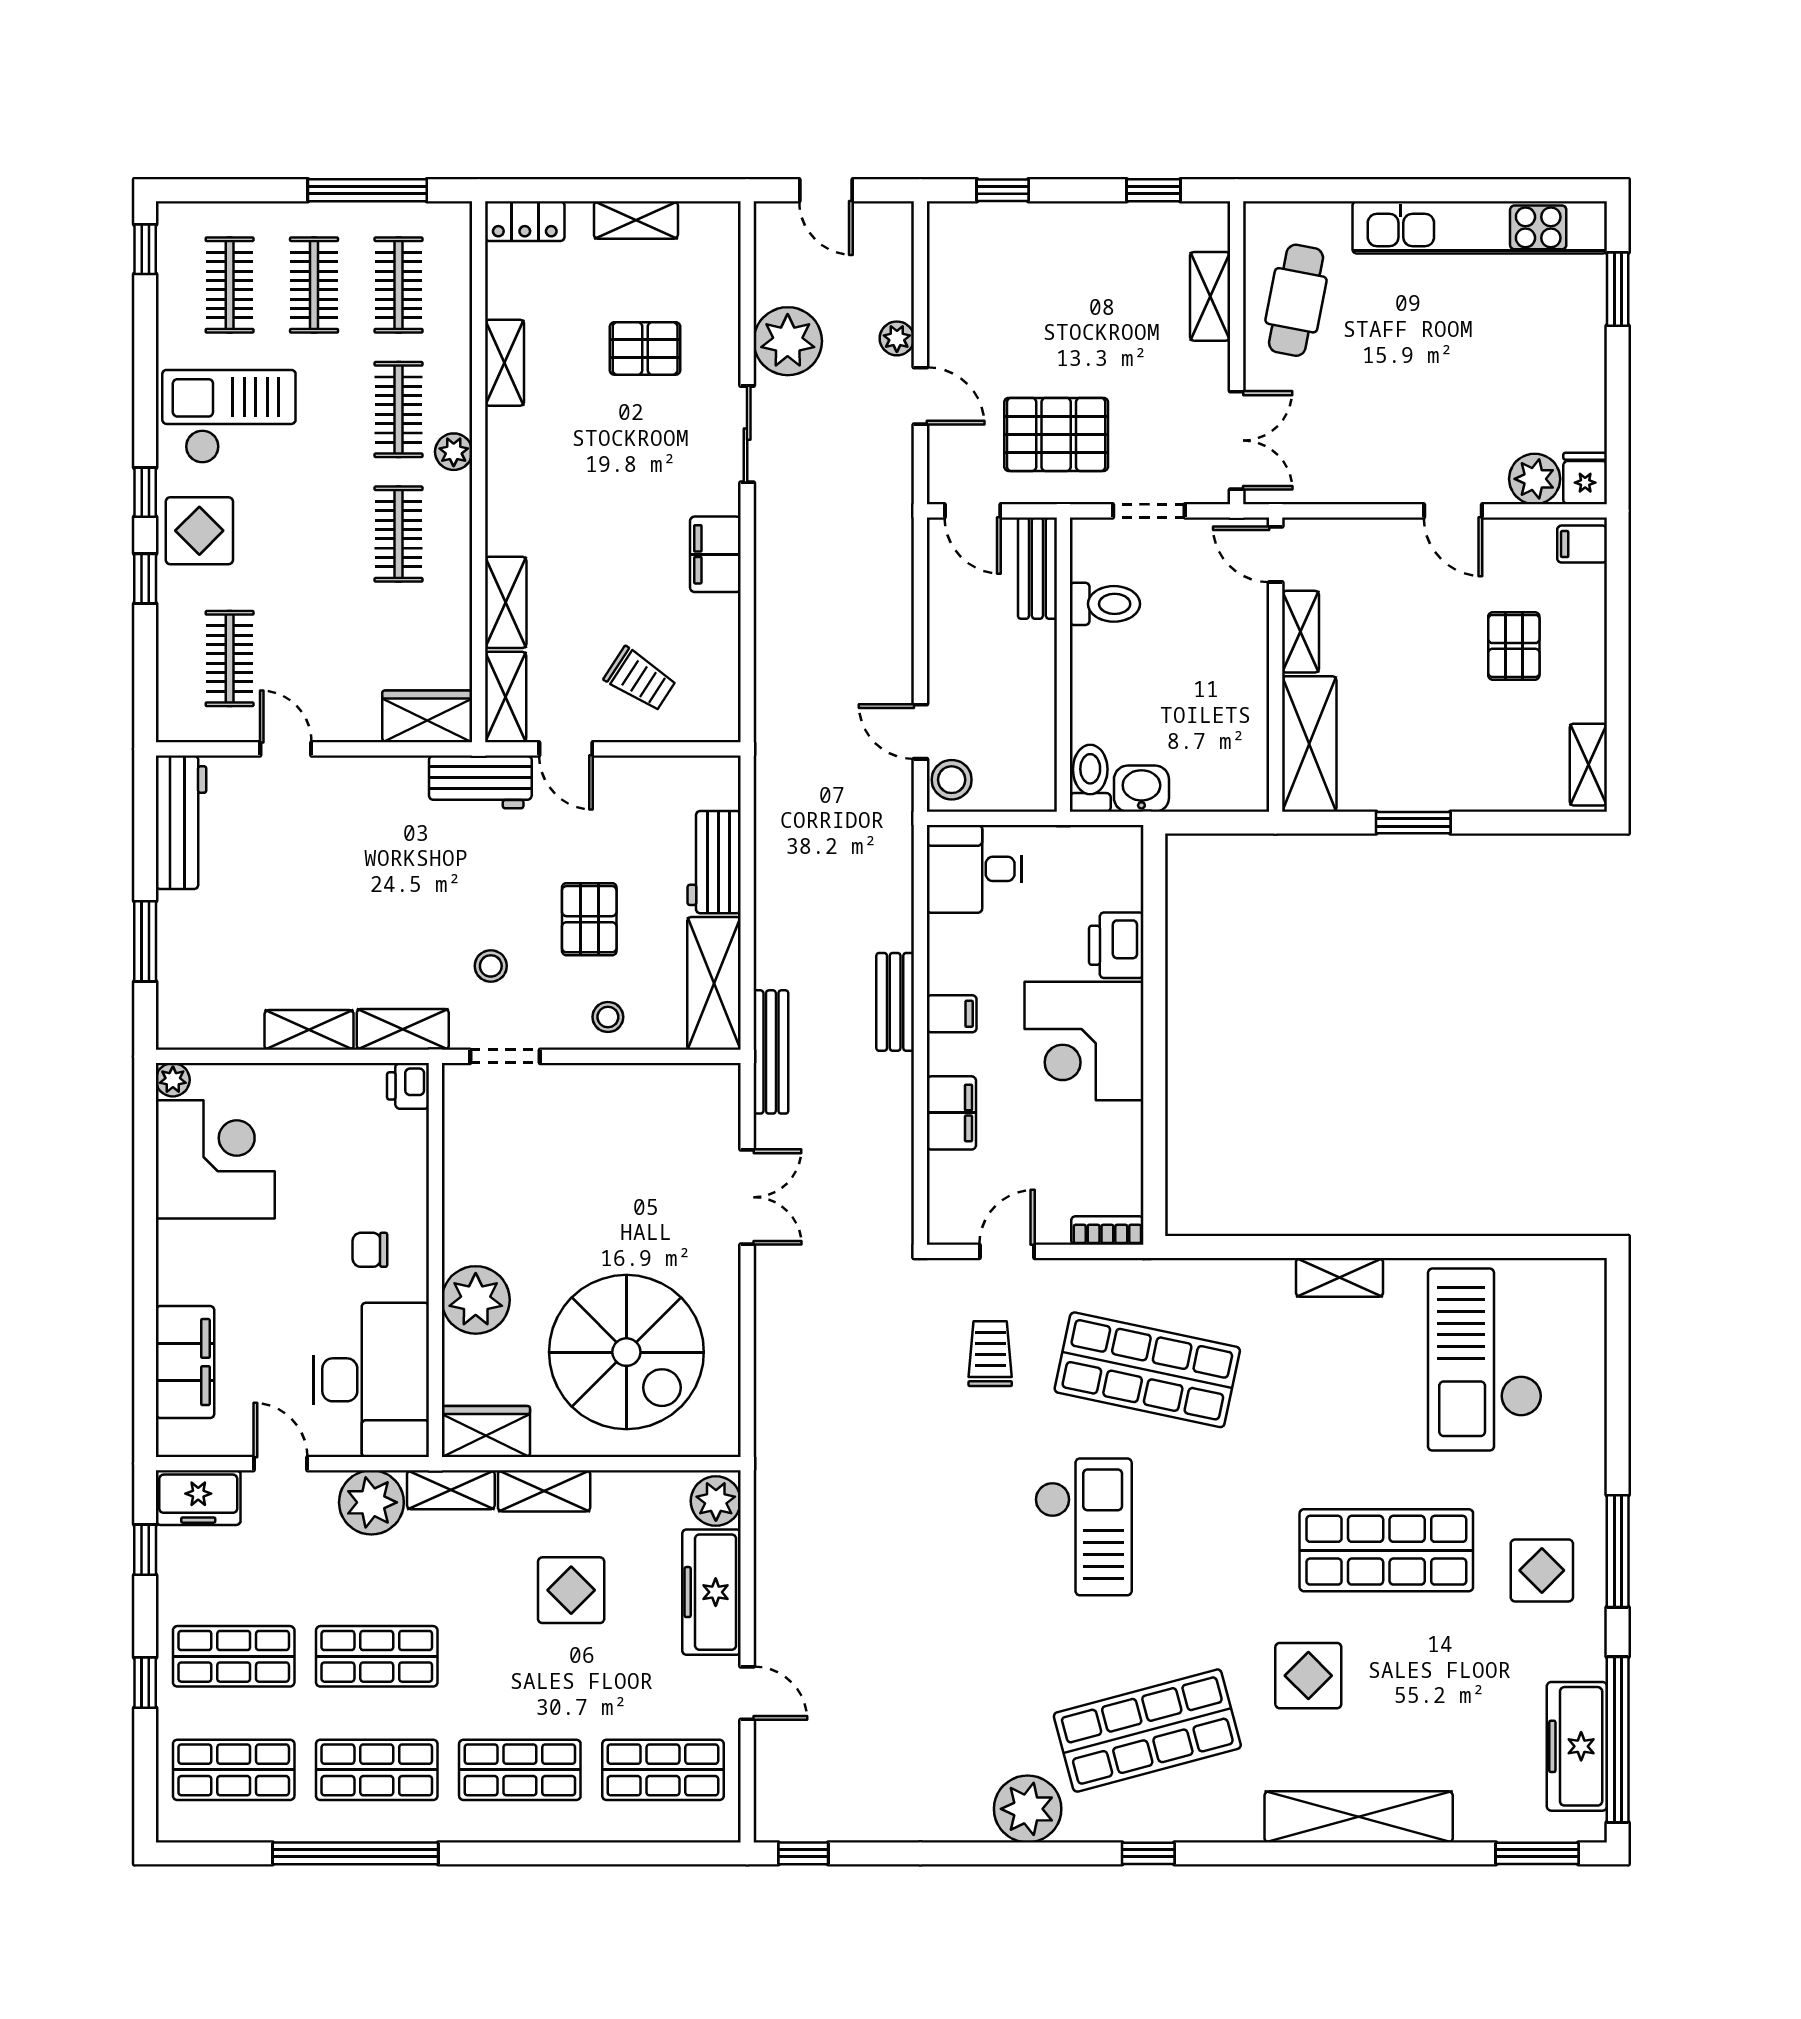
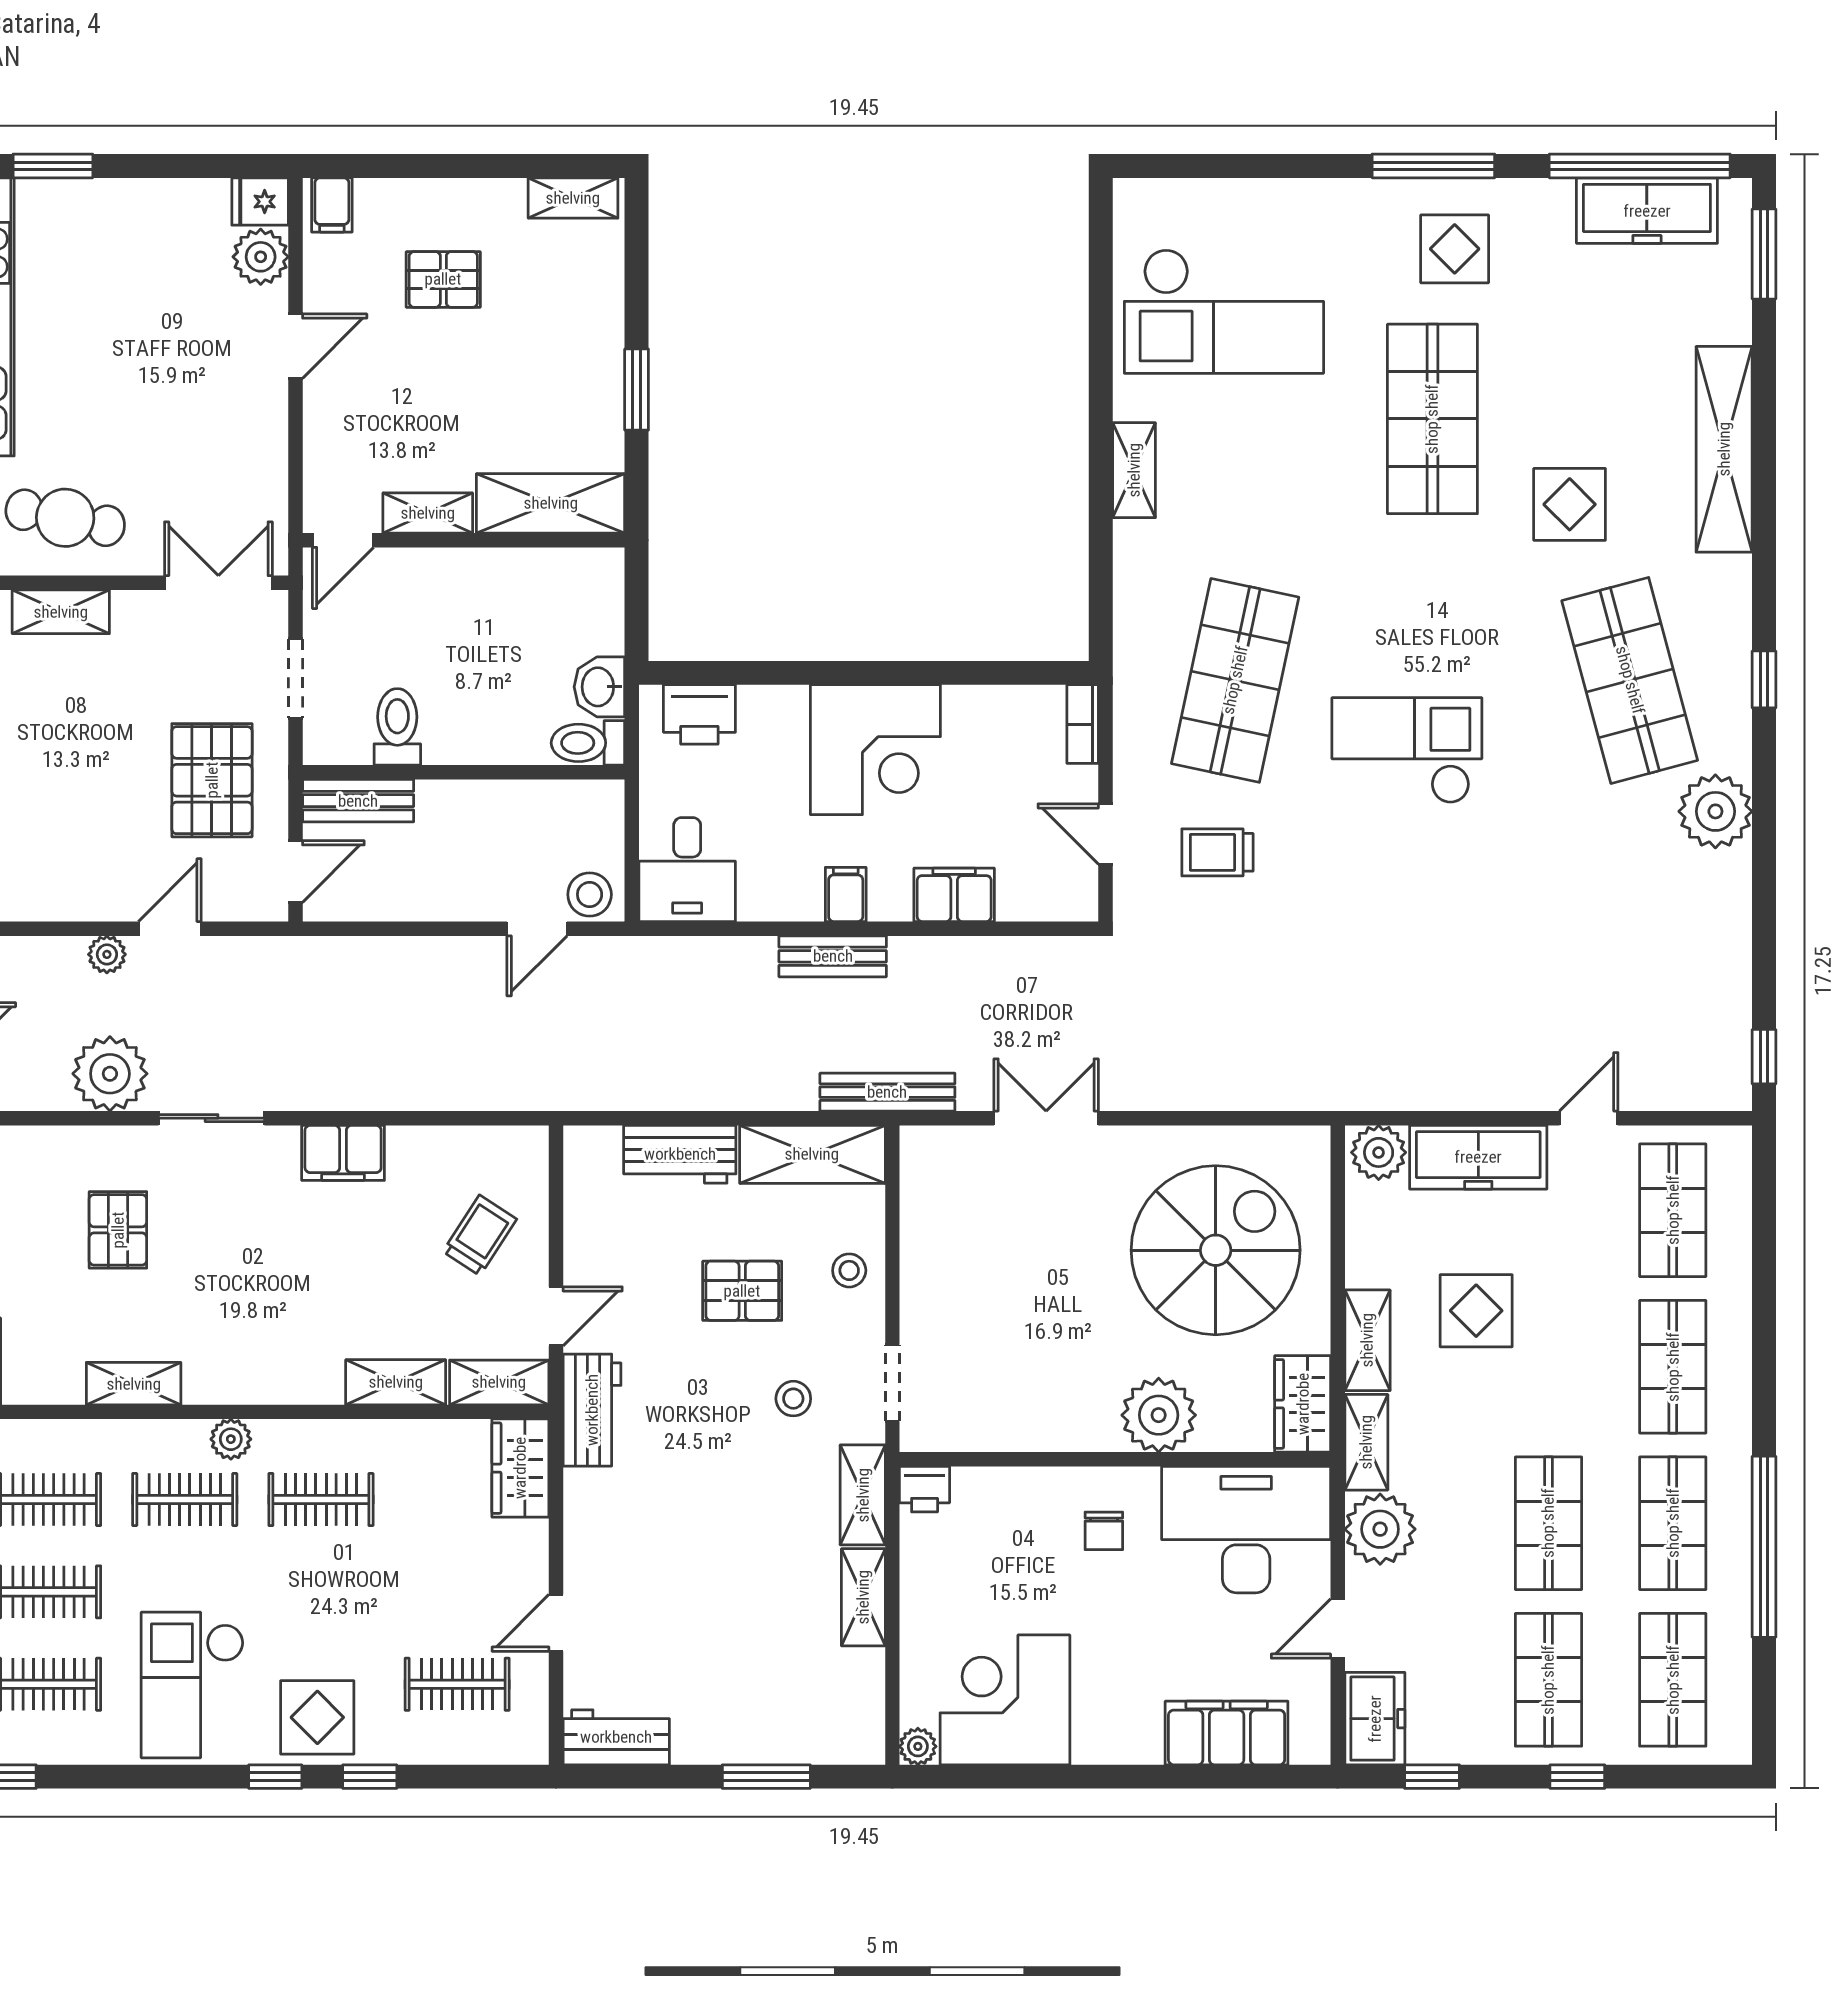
workbench: (181, 822) -> (616, 1737), width x0.73
printer: (1116, 945) -> (699, 714), moved

